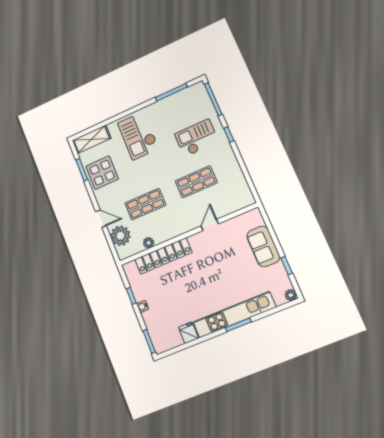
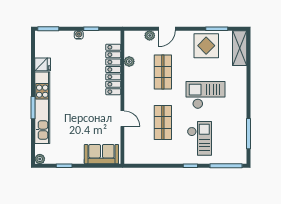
checkout: (138, 136) -> (205, 95), moved
plant: (120, 236) -> (150, 35), width x0.53, depth x0.53
sofa: (263, 246) -> (101, 154), moved

